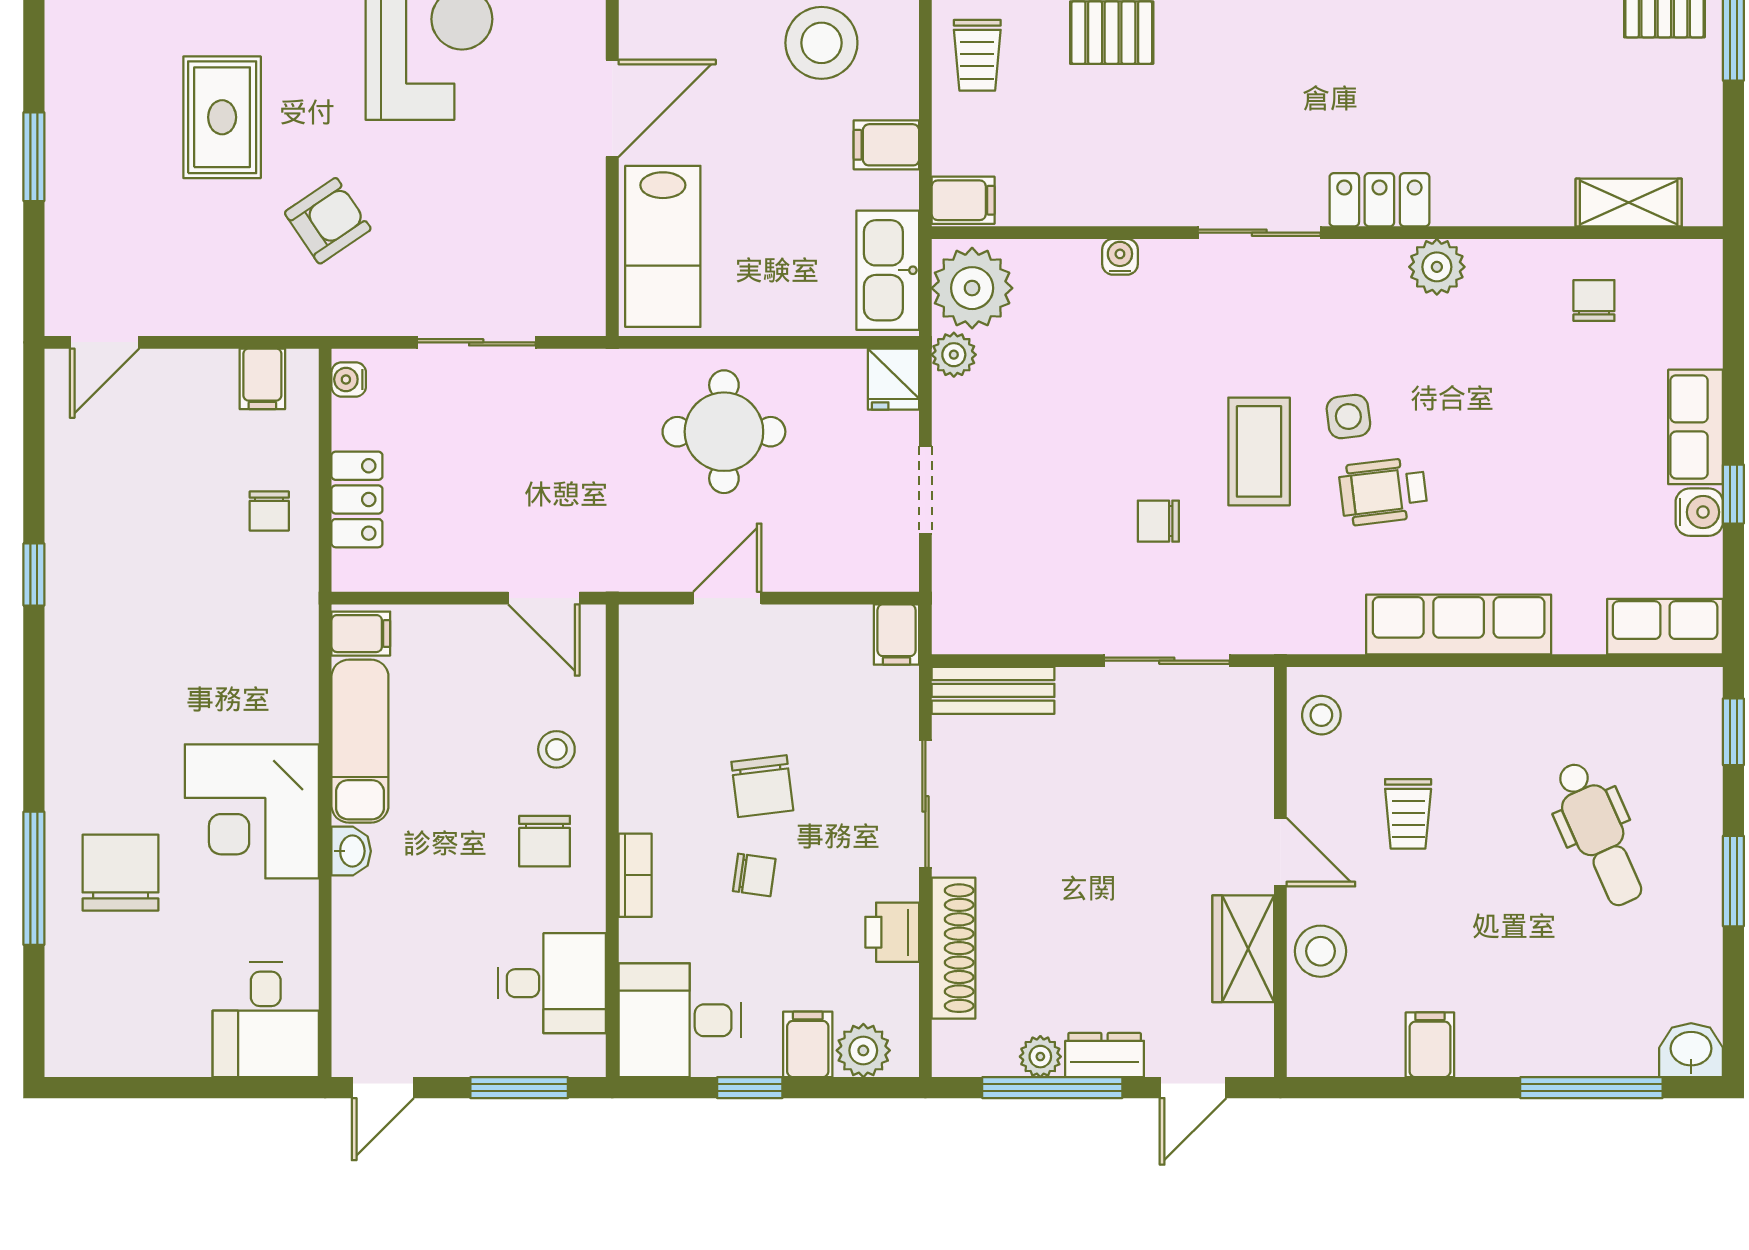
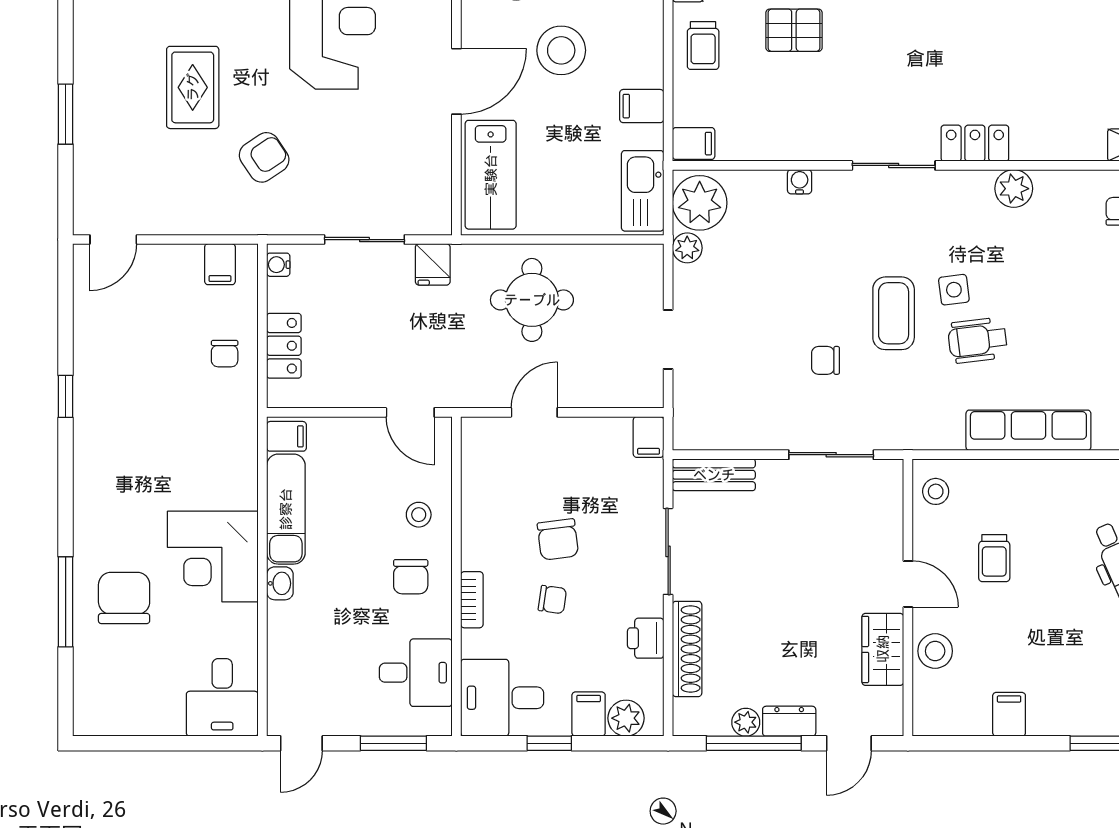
stool: (821, 43) -> (561, 50), moved
fridge: (894, 379) -> (433, 264), moved

